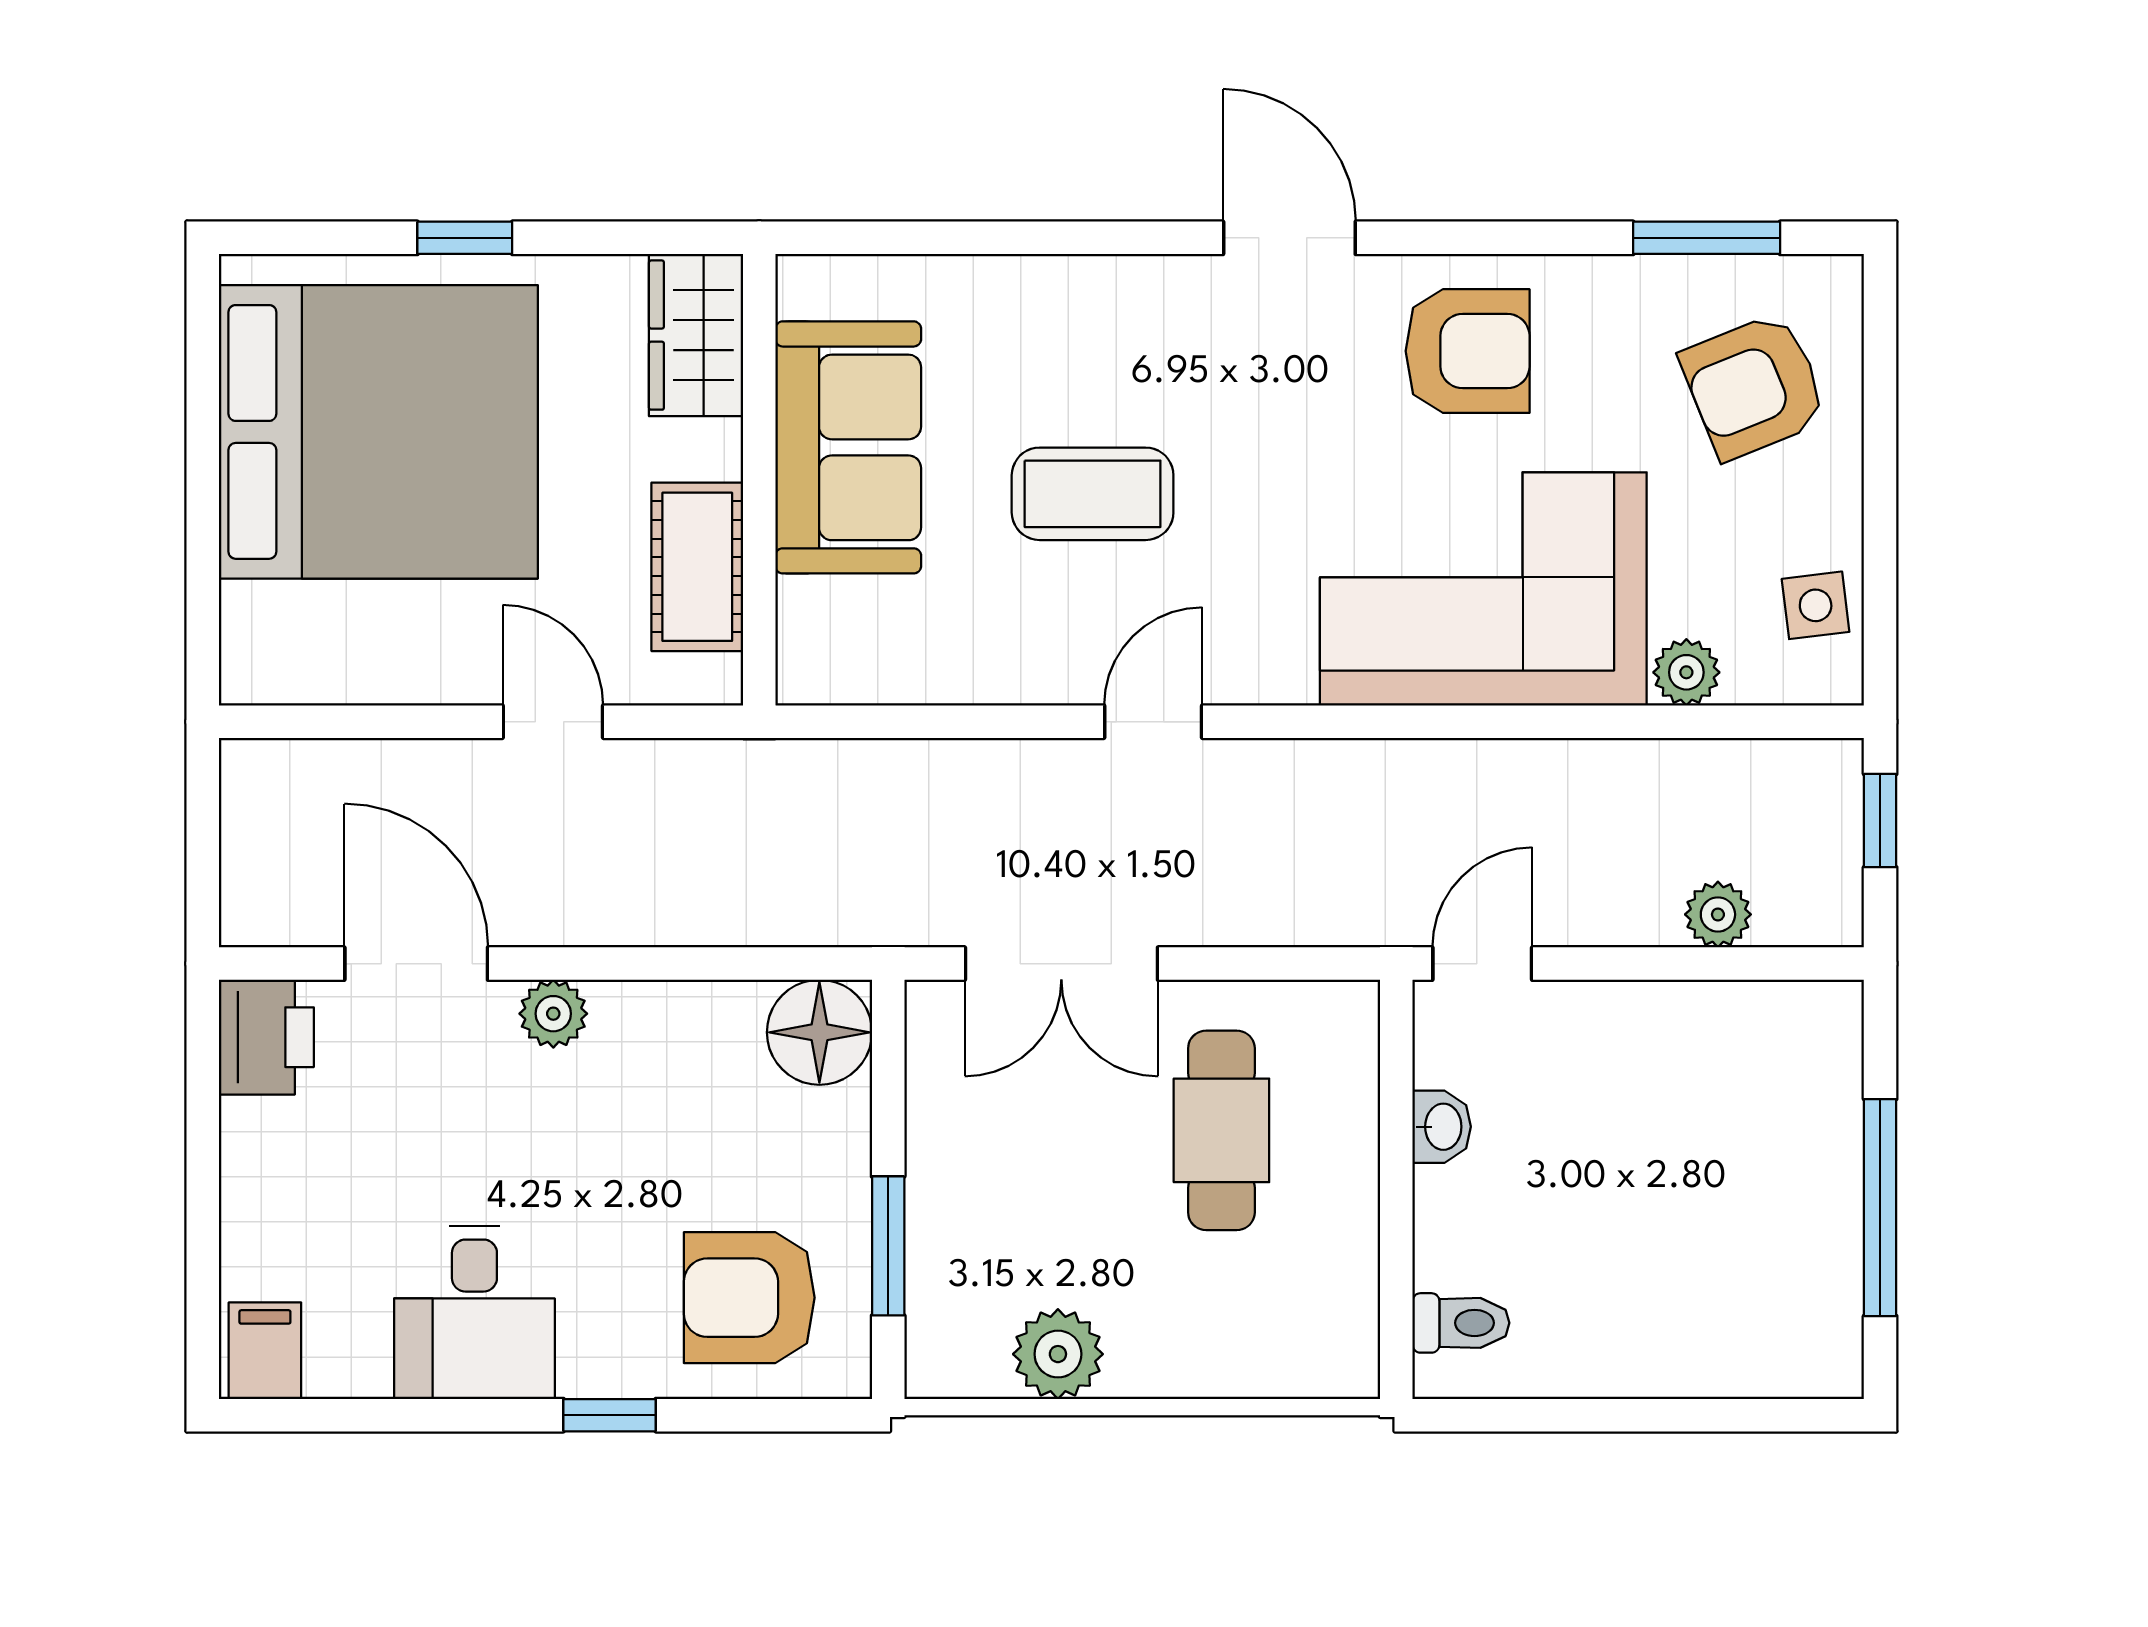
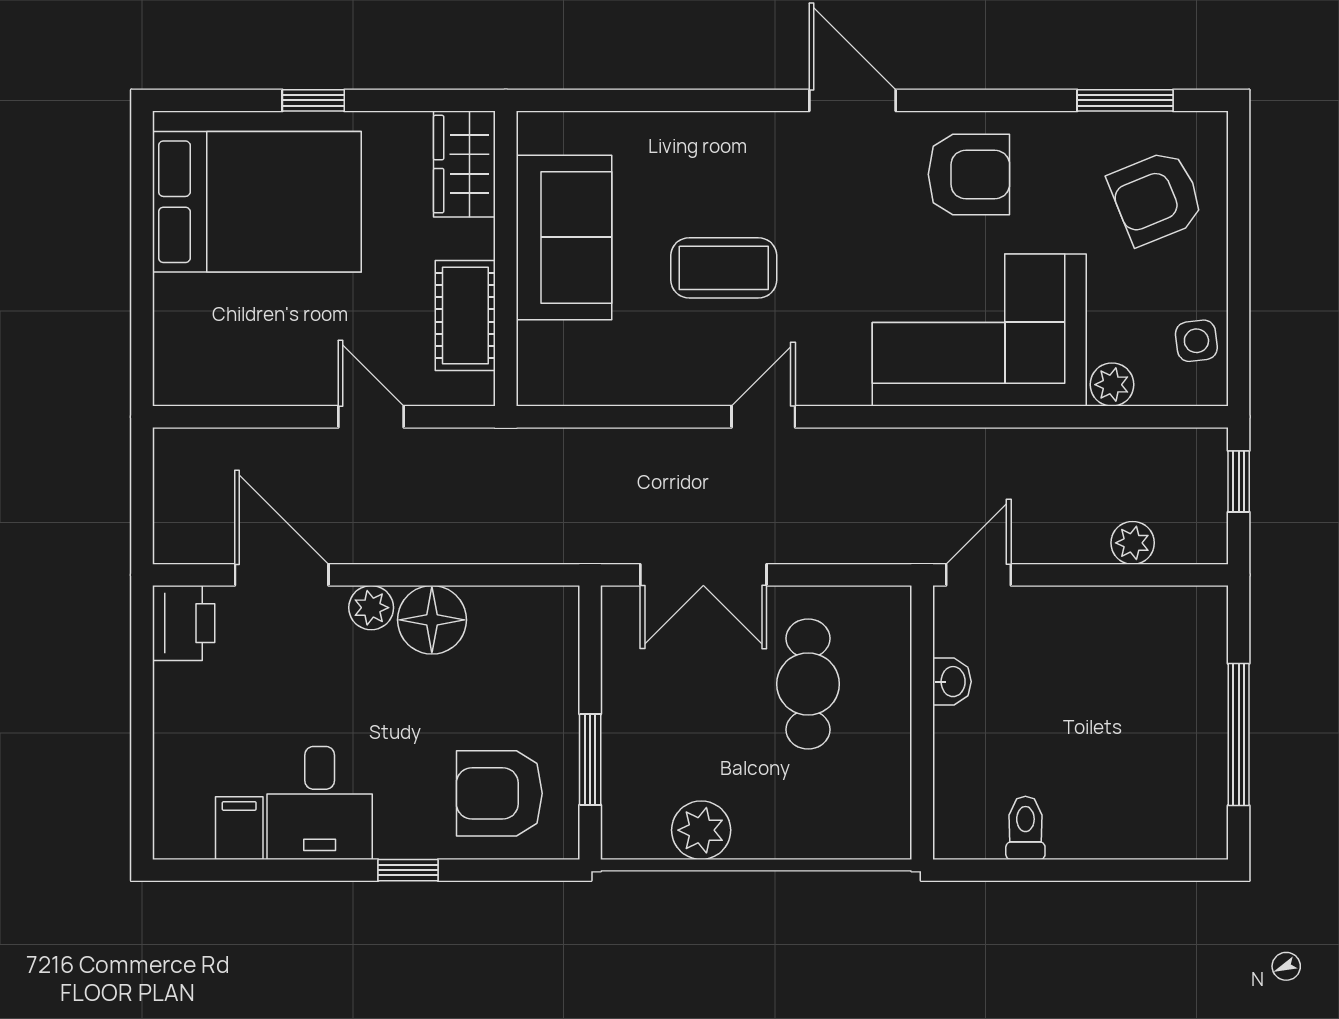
bed: (378, 432) -> (257, 202), width x0.73
floor lamp: (819, 1032) -> (432, 620), moved
toilet: (1461, 1323) -> (1025, 828), moved, turned -90
filing cabinet: (265, 1351) -> (239, 828), moved

